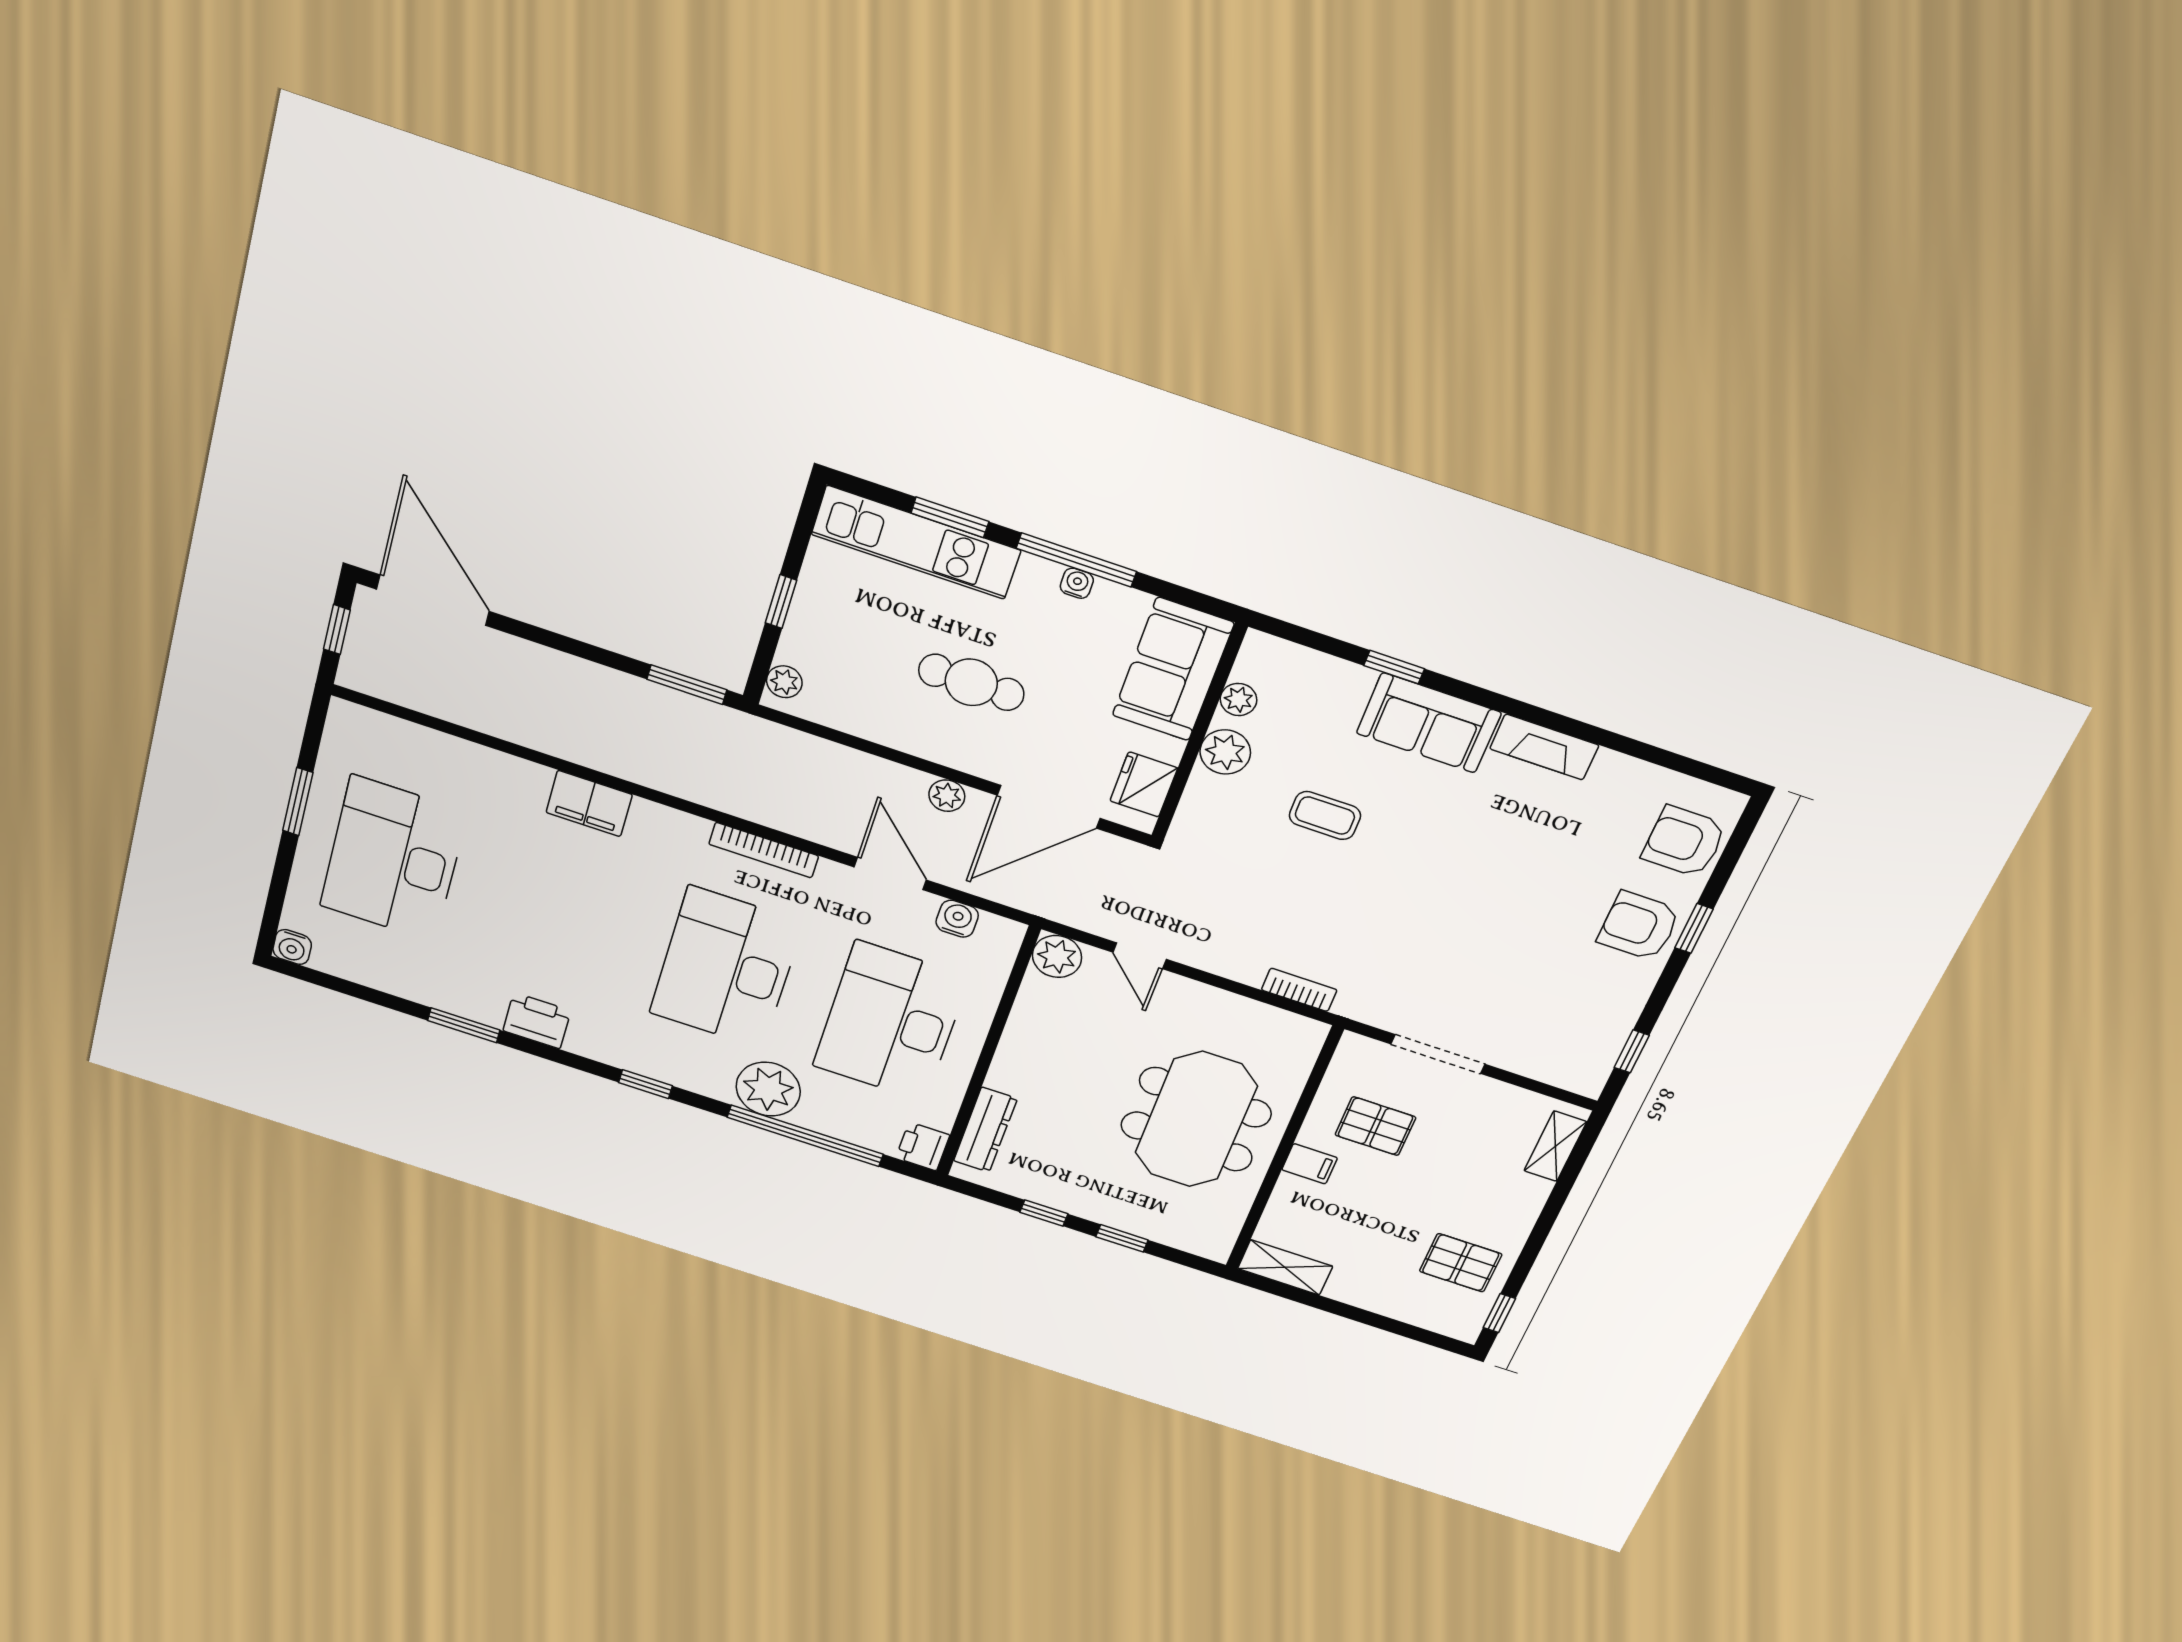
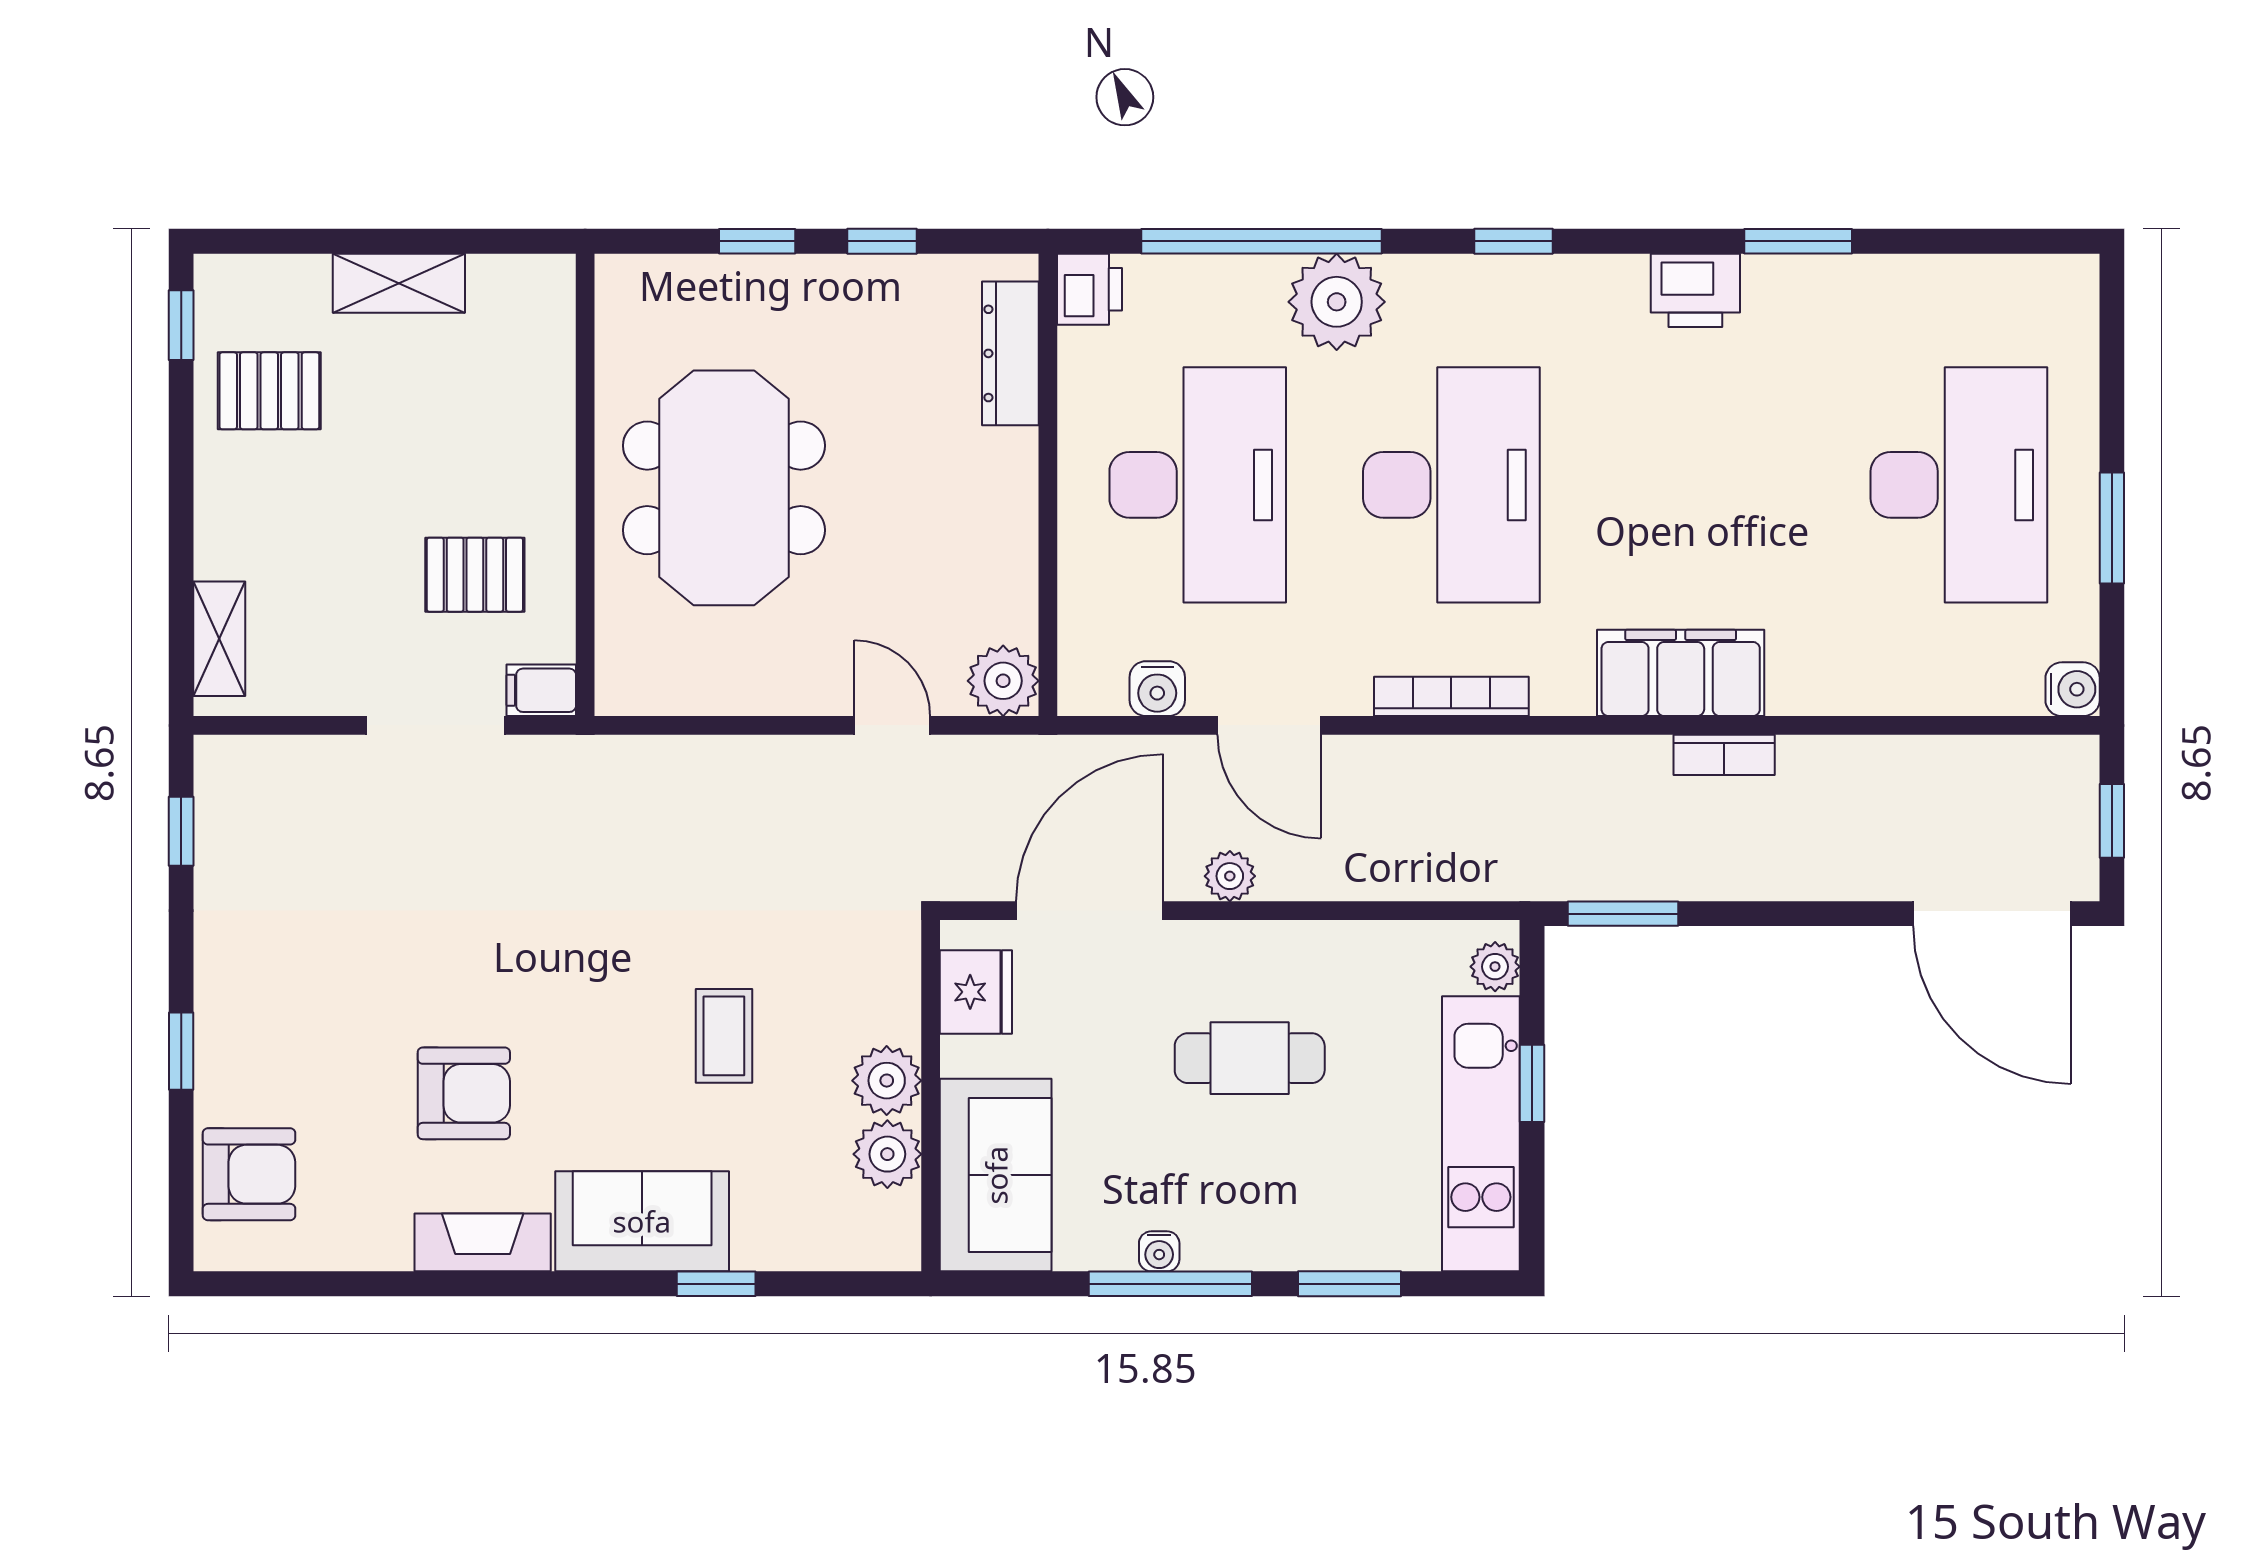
kitchen unit: (916, 542) -> (1481, 1134), moved, turned -90
plant: (1239, 699) -> (887, 1154), width x1.38, depth x1.38
filing cabinet: (589, 804) -> (1681, 673), width x1.50, depth x1.17
coffee table: (1325, 815) -> (724, 1036), turned 90
armchair: (1639, 926) -> (464, 1093), moved
water cooler: (292, 947) -> (2073, 689), moved, turned 90
bookcase: (1299, 990) -> (1724, 755), moved
filing cabinet: (1310, 1164) -> (541, 690), moved
shelving: (1285, 1267) -> (399, 283), moved

